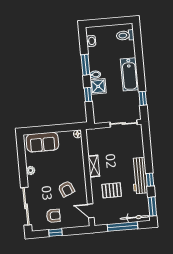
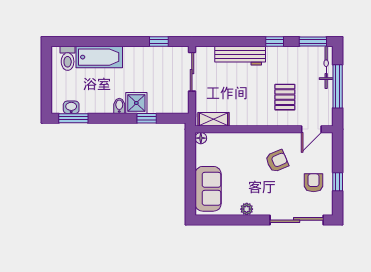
window: (85, 65) -> (73, 118), moved
bathtub: (130, 74) -> (99, 57), moved
shelving: (94, 166) -> (213, 119), moved
workbench: (140, 176) -> (240, 56), moved

